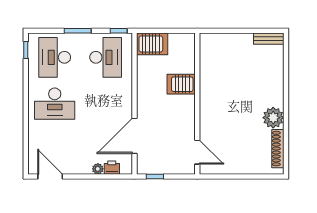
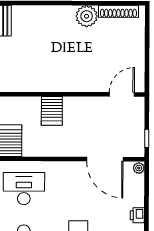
printer: (112, 168) -> (137, 215), moved
plant: (98, 169) -> (139, 168), moved

